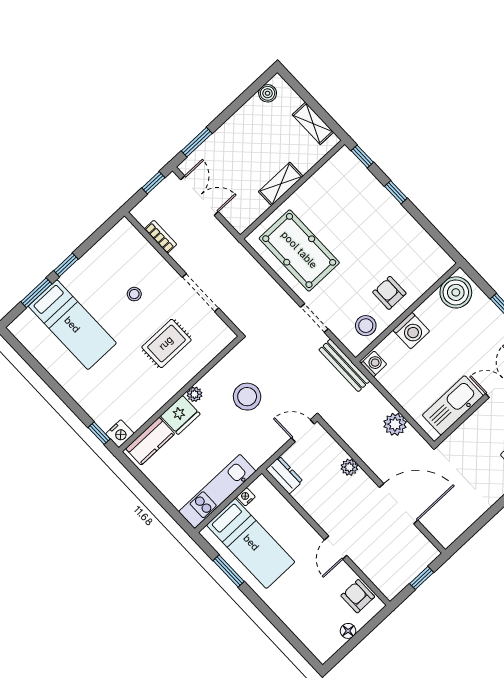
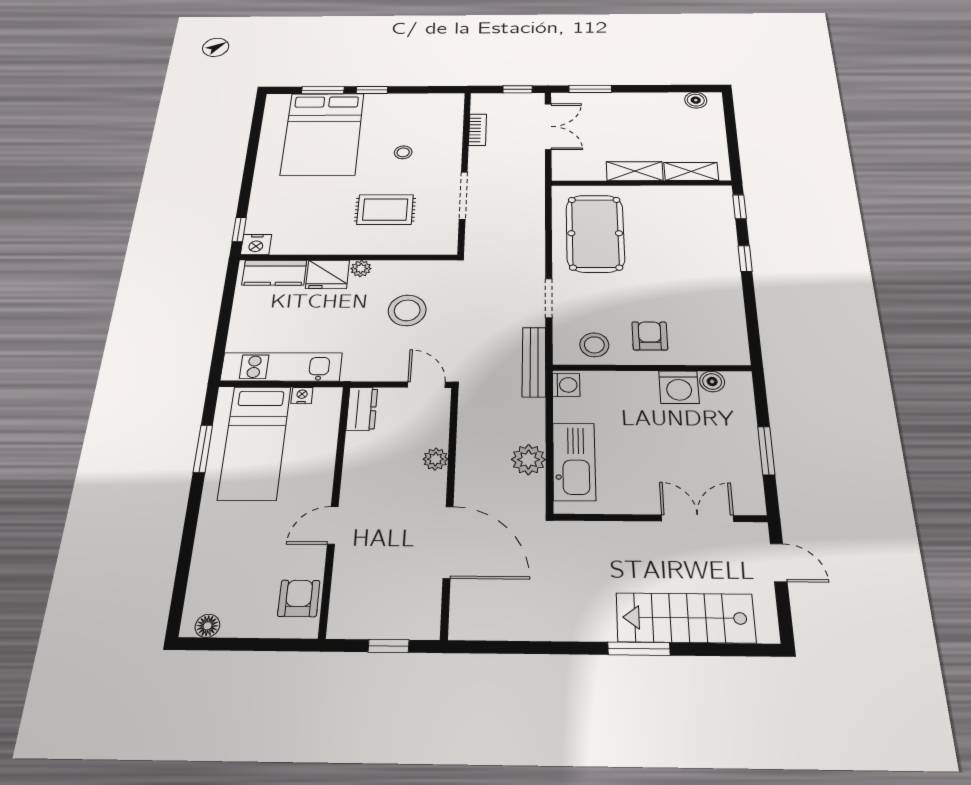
shelving: (313, 123) -> (691, 171), moved, turned 90
boiler: (456, 292) -> (712, 382), width x0.54, depth x0.54
bed: (72, 325) -> (323, 134), width x1.50
washing machine: (411, 331) -> (679, 387), moved
kitchen sink: (453, 405) -> (574, 462), moved, turned 90
floor lamp: (348, 631) -> (207, 626), moved

